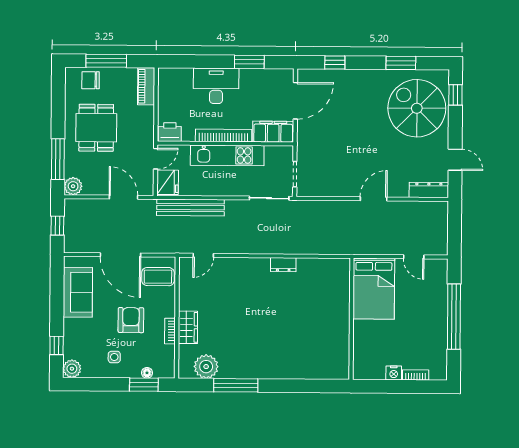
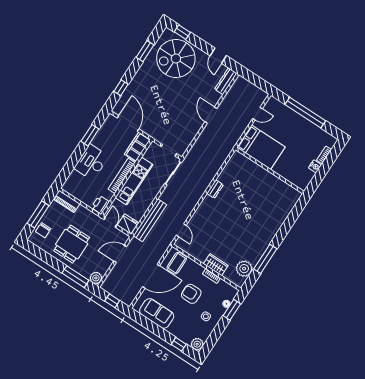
dining table: (96, 128) -> (72, 244), turned 90
door: (455, 160) -> (218, 56), swing flipped

